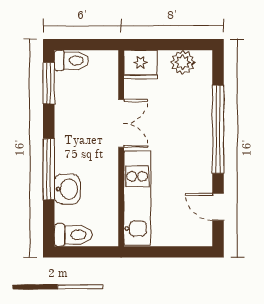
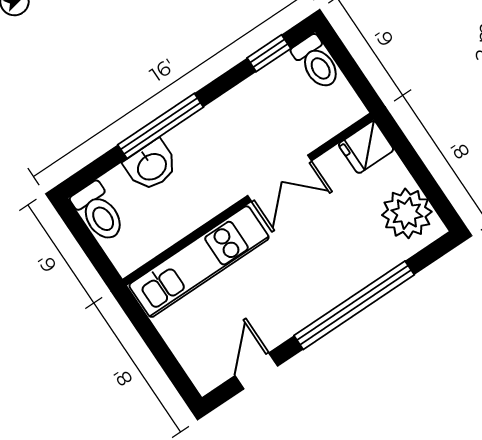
plant: (183, 62) -> (407, 213), width x1.36, depth x1.36
fridge: (141, 65) -> (366, 147), width x0.72
window: (49, 83) -> (269, 53), width x0.67

